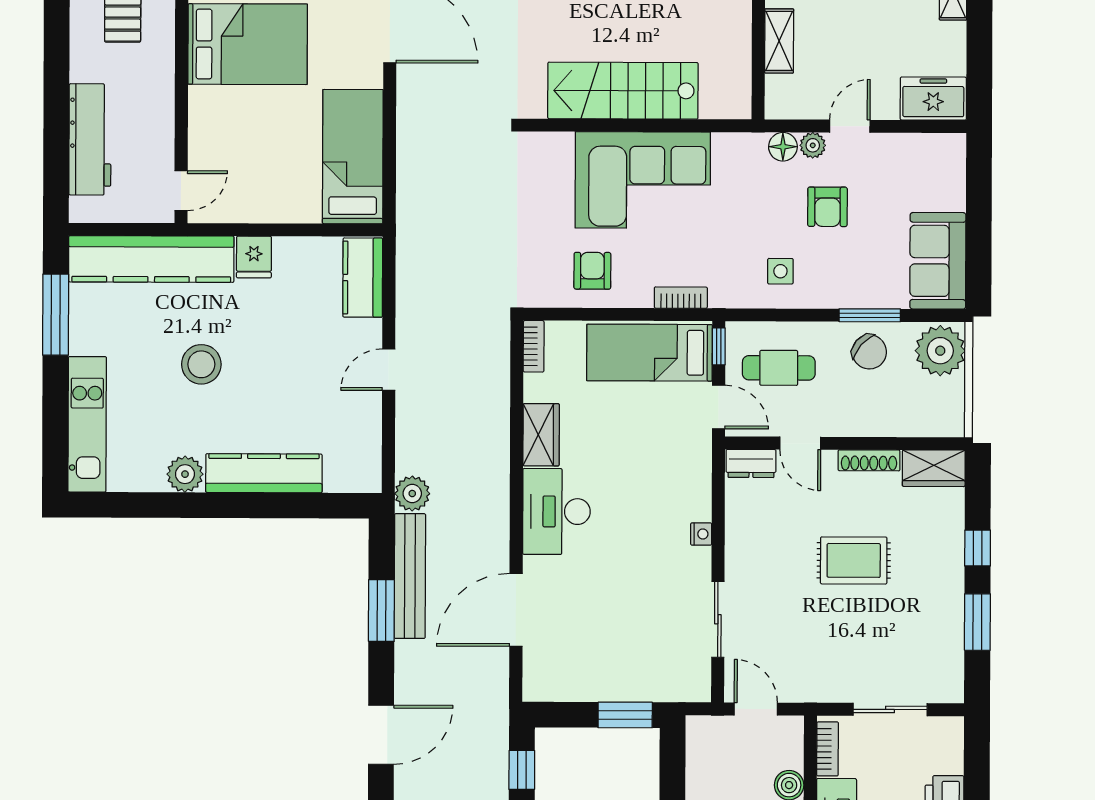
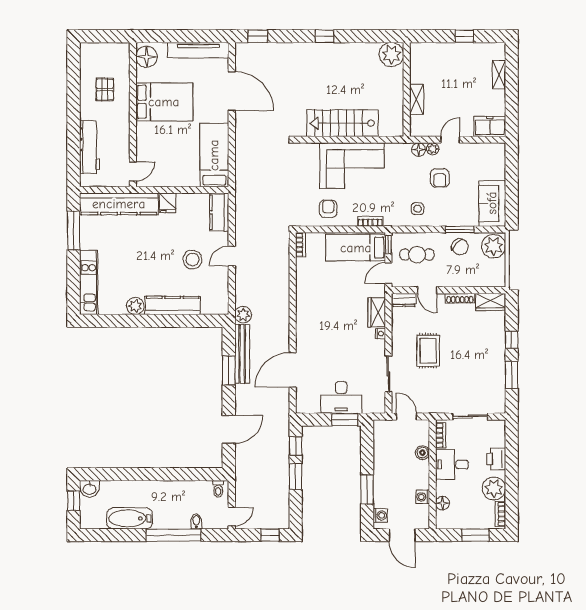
stool: (201, 364) -> (192, 259), moved
door: (719, 407) -> (388, 273), swing flipped
wardrobe: (541, 435) -> (377, 312), moved, turned 180
desk: (556, 511) -> (341, 397), moved, turned -90
rug: (854, 560) -> (428, 351), moved, turned 90

